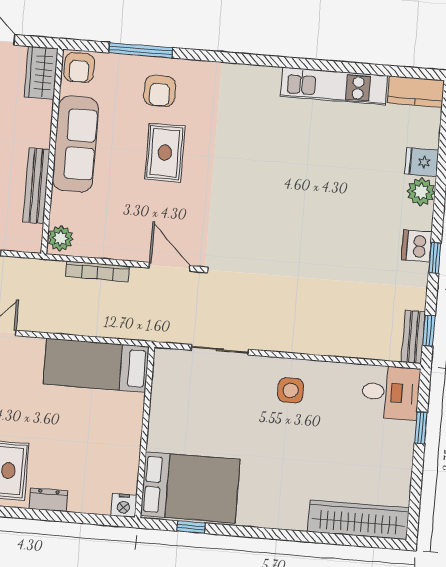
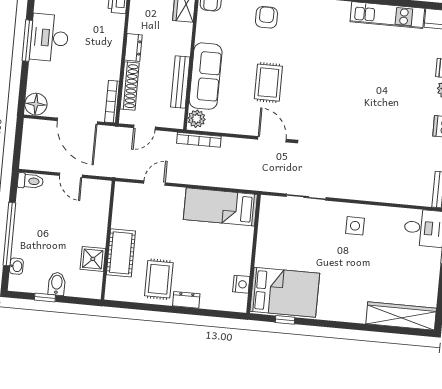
armchair: (160, 91) -> (266, 17), turned 180
sofa: (75, 144) -> (206, 76), moved
rug: (165, 153) -> (268, 83), moved
bookcase: (97, 271) -> (199, 140), moved
nightstand: (124, 505) -> (241, 284), moved, turned -90

